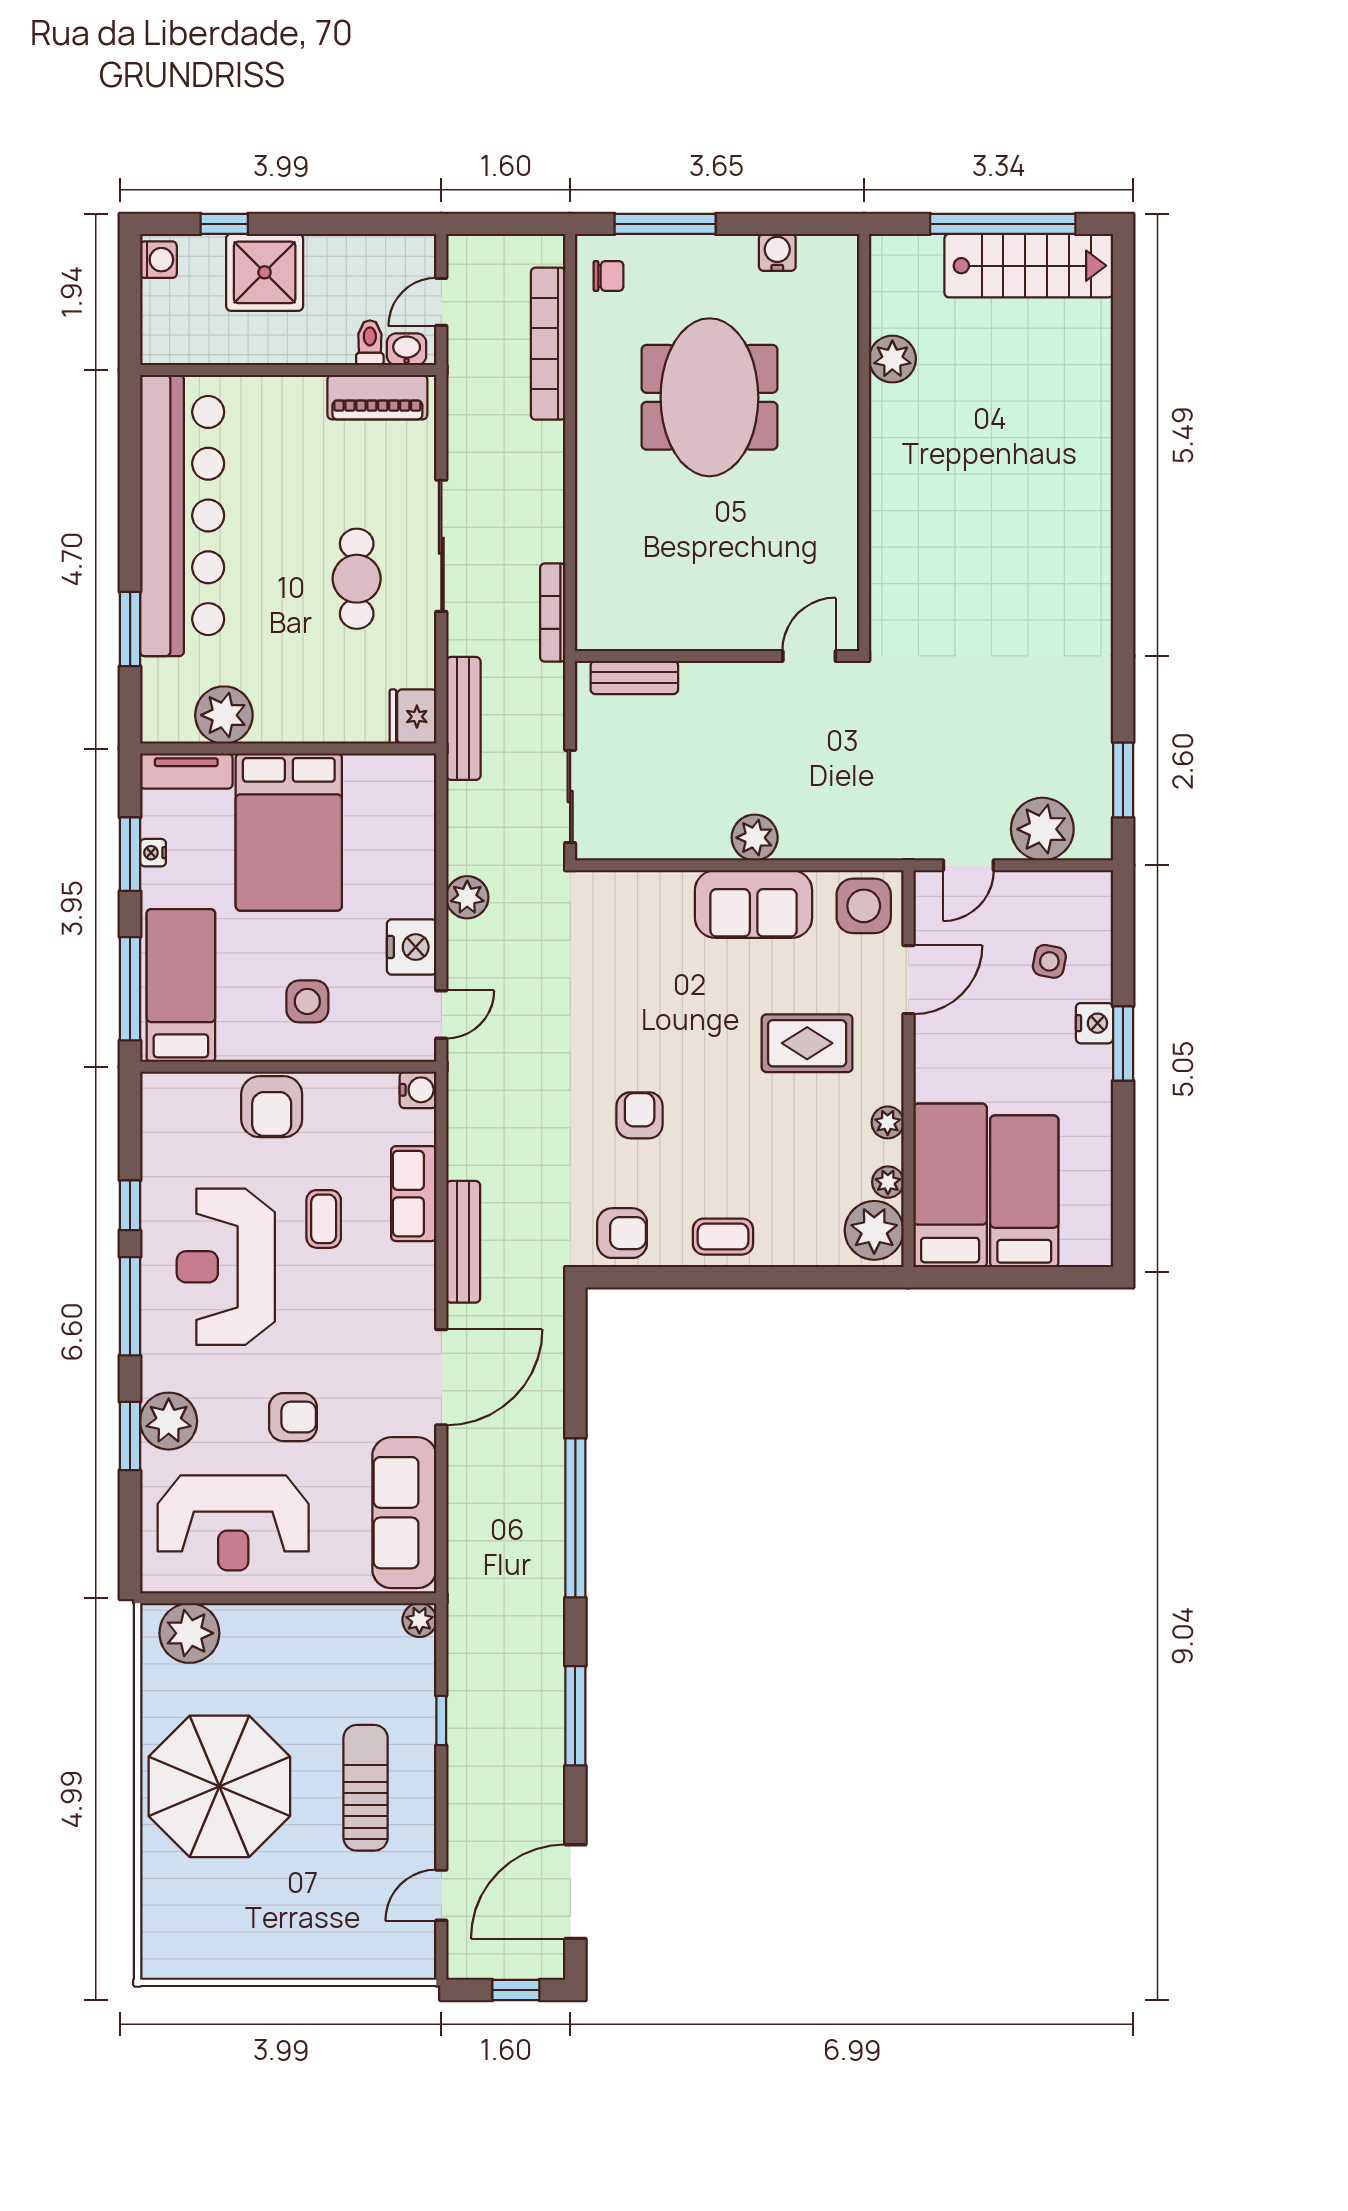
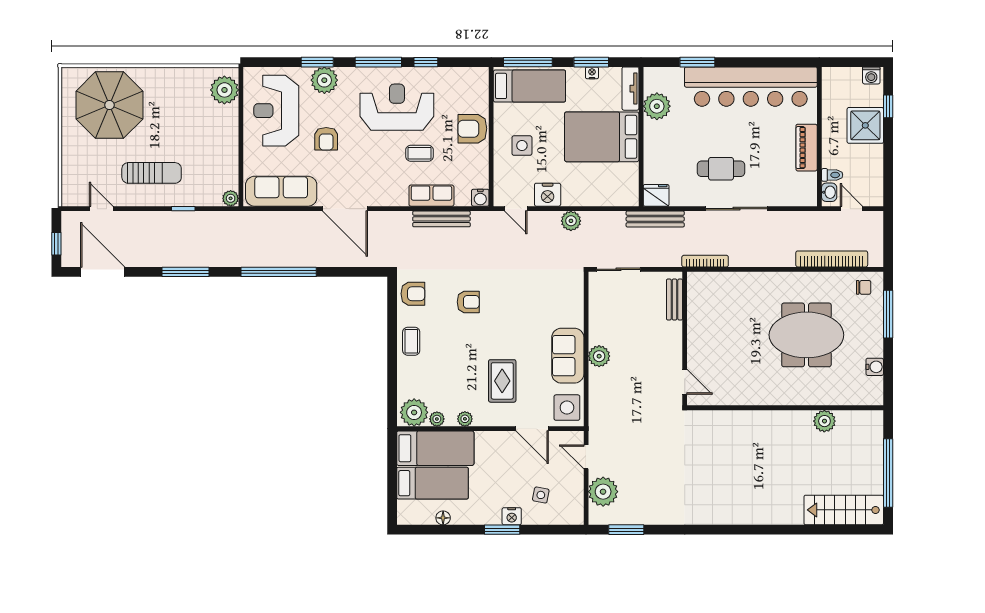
stairs: (1029, 266) -> (844, 510), moved, turned 90
chair: (609, 276) -> (864, 287), turned -90
piano: (377, 397) -> (807, 148), moved
floor lamp: (1098, 1169) -> (443, 518), added
armchair: (622, 1233) -> (413, 294), turned -90
bench: (463, 1242) -> (441, 219), moved
parasol: (219, 1786) -> (109, 105), moved

